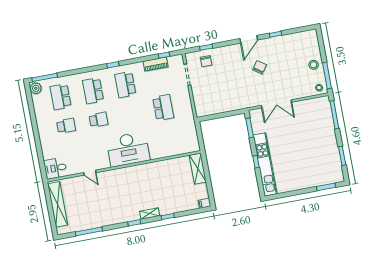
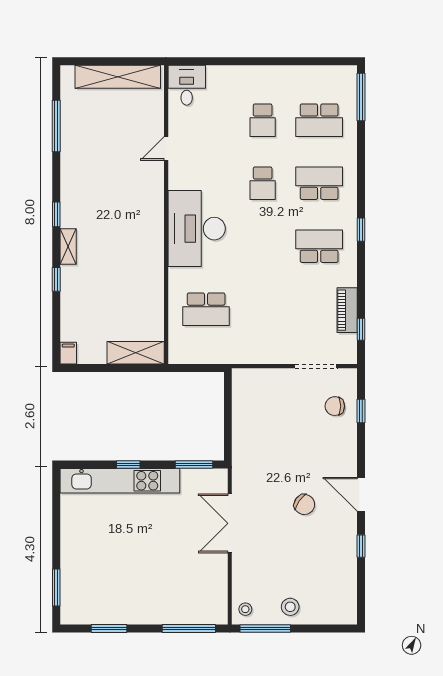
plant: (36, 88) -> (344, 76), removed
school desk: (61, 97) -> (319, 120), turned 180
school desk: (163, 108) -> (206, 309), moved

